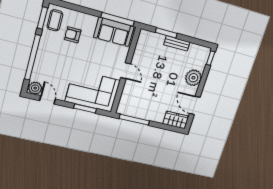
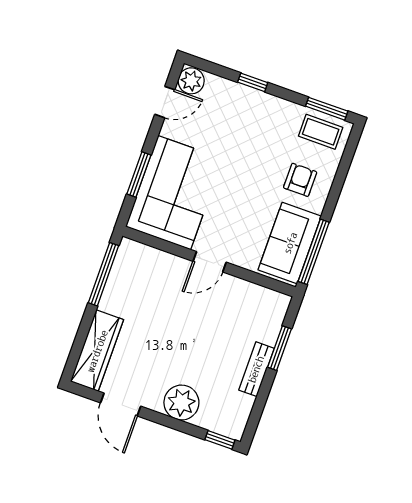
armchair: (73, 35) -> (300, 180), moved
window: (33, 57) -> (253, 82), width x0.32
door: (195, 105) -> (121, 404), swing flipped
wardrobe: (176, 120) -> (97, 351), width x1.50

